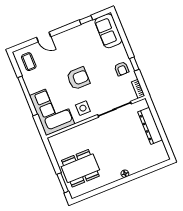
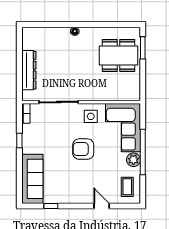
sofa: (108, 31) -> (32, 179), width x1.36
armchair: (122, 69) -> (34, 141), removed
plant: (33, 86) -> (133, 160), added

